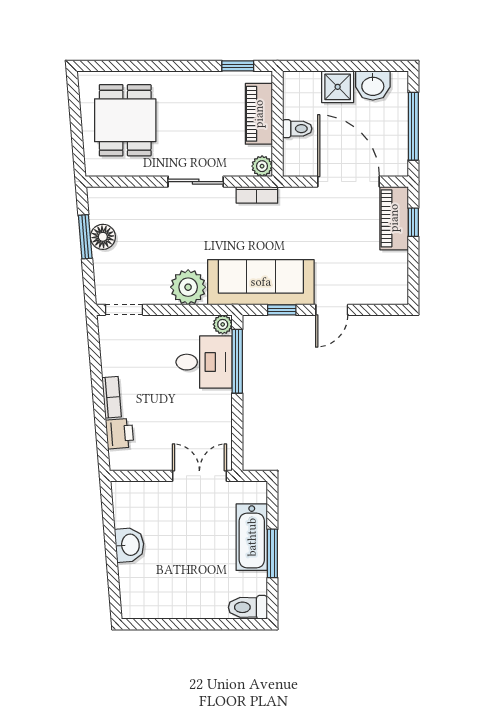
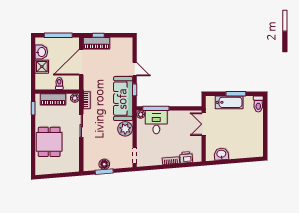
dining table: (125, 120) -> (49, 142), moved, turned 90
washbasin: (130, 545) -> (221, 154), moved

